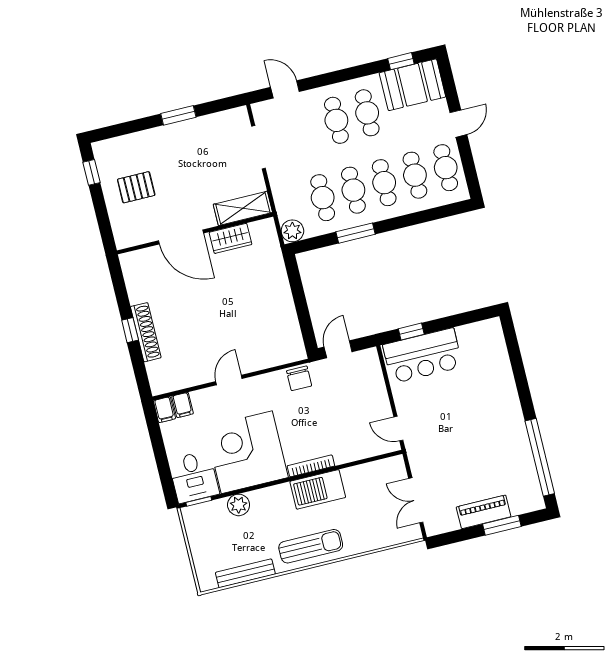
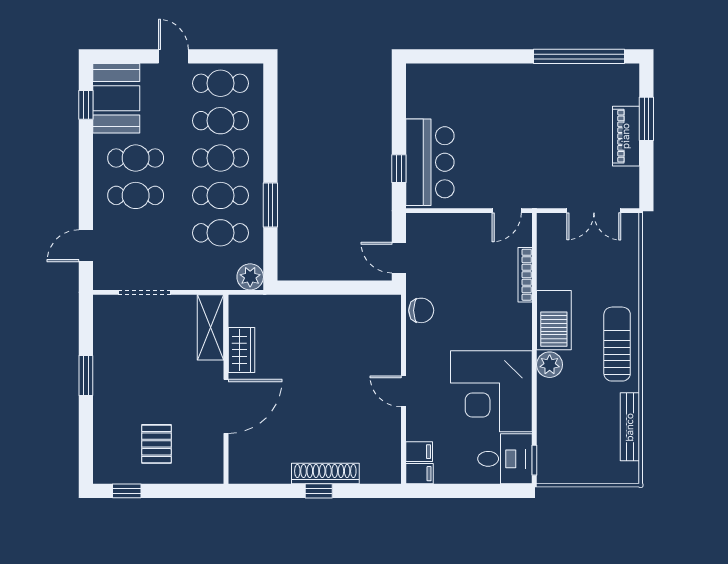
bookcase: (311, 466) -> (525, 275), moved
plant: (239, 505) -> (550, 365), moved

